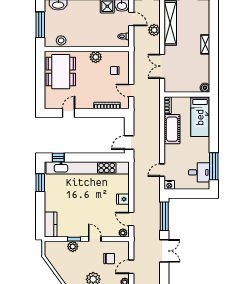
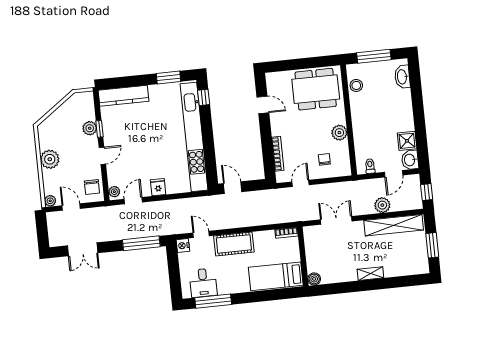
cot: (172, 129) -> (234, 244), moved
kitchen counter: (51, 224) -> (124, 96), width x1.50
double door: (164, 251) -> (83, 249), moved
chair: (109, 259) -> (92, 187), moved

